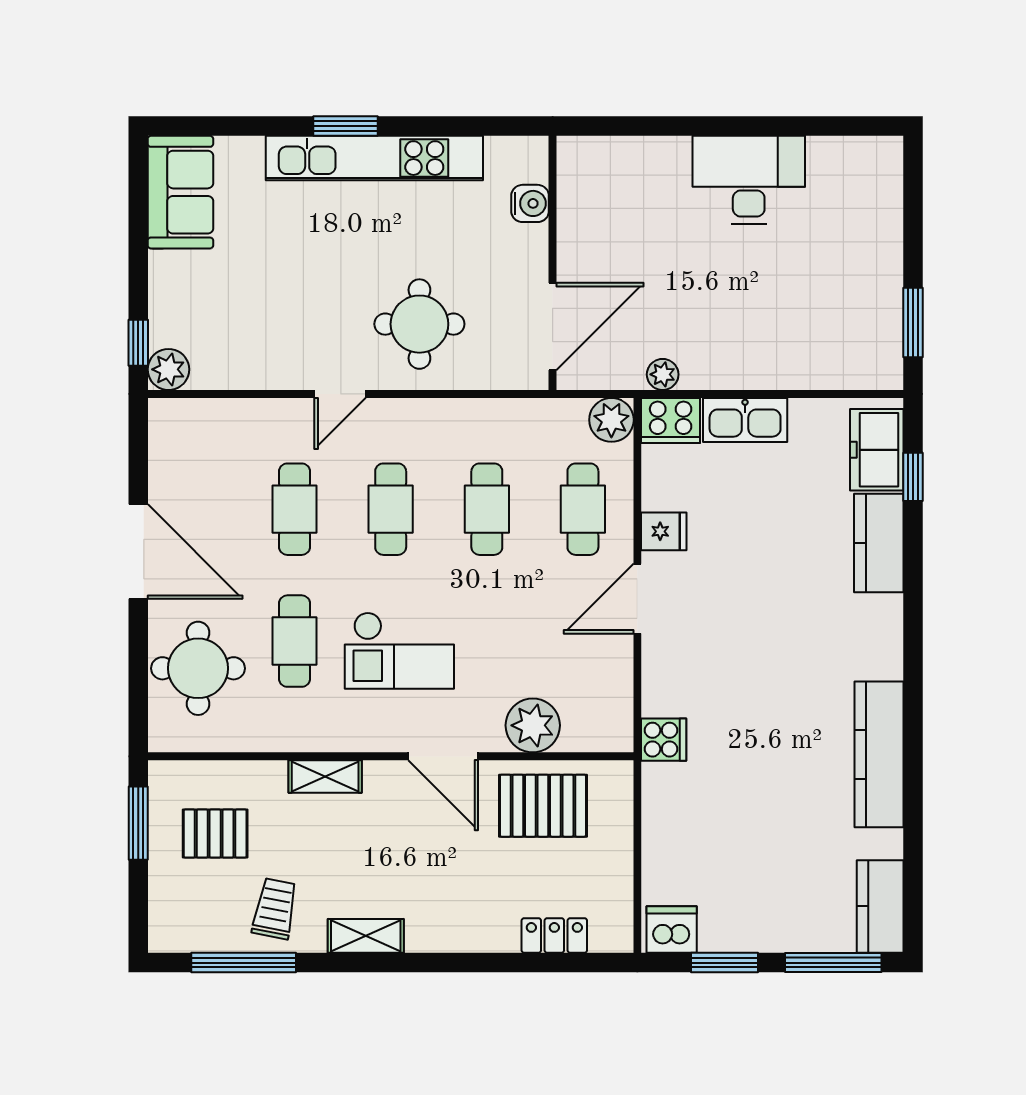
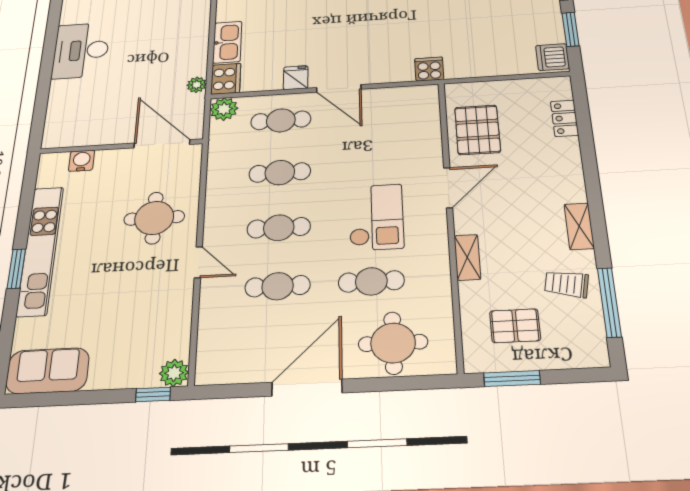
plant: (533, 725) -> (424, 139), removed
pallet: (215, 834) -> (515, 326), turned 90

